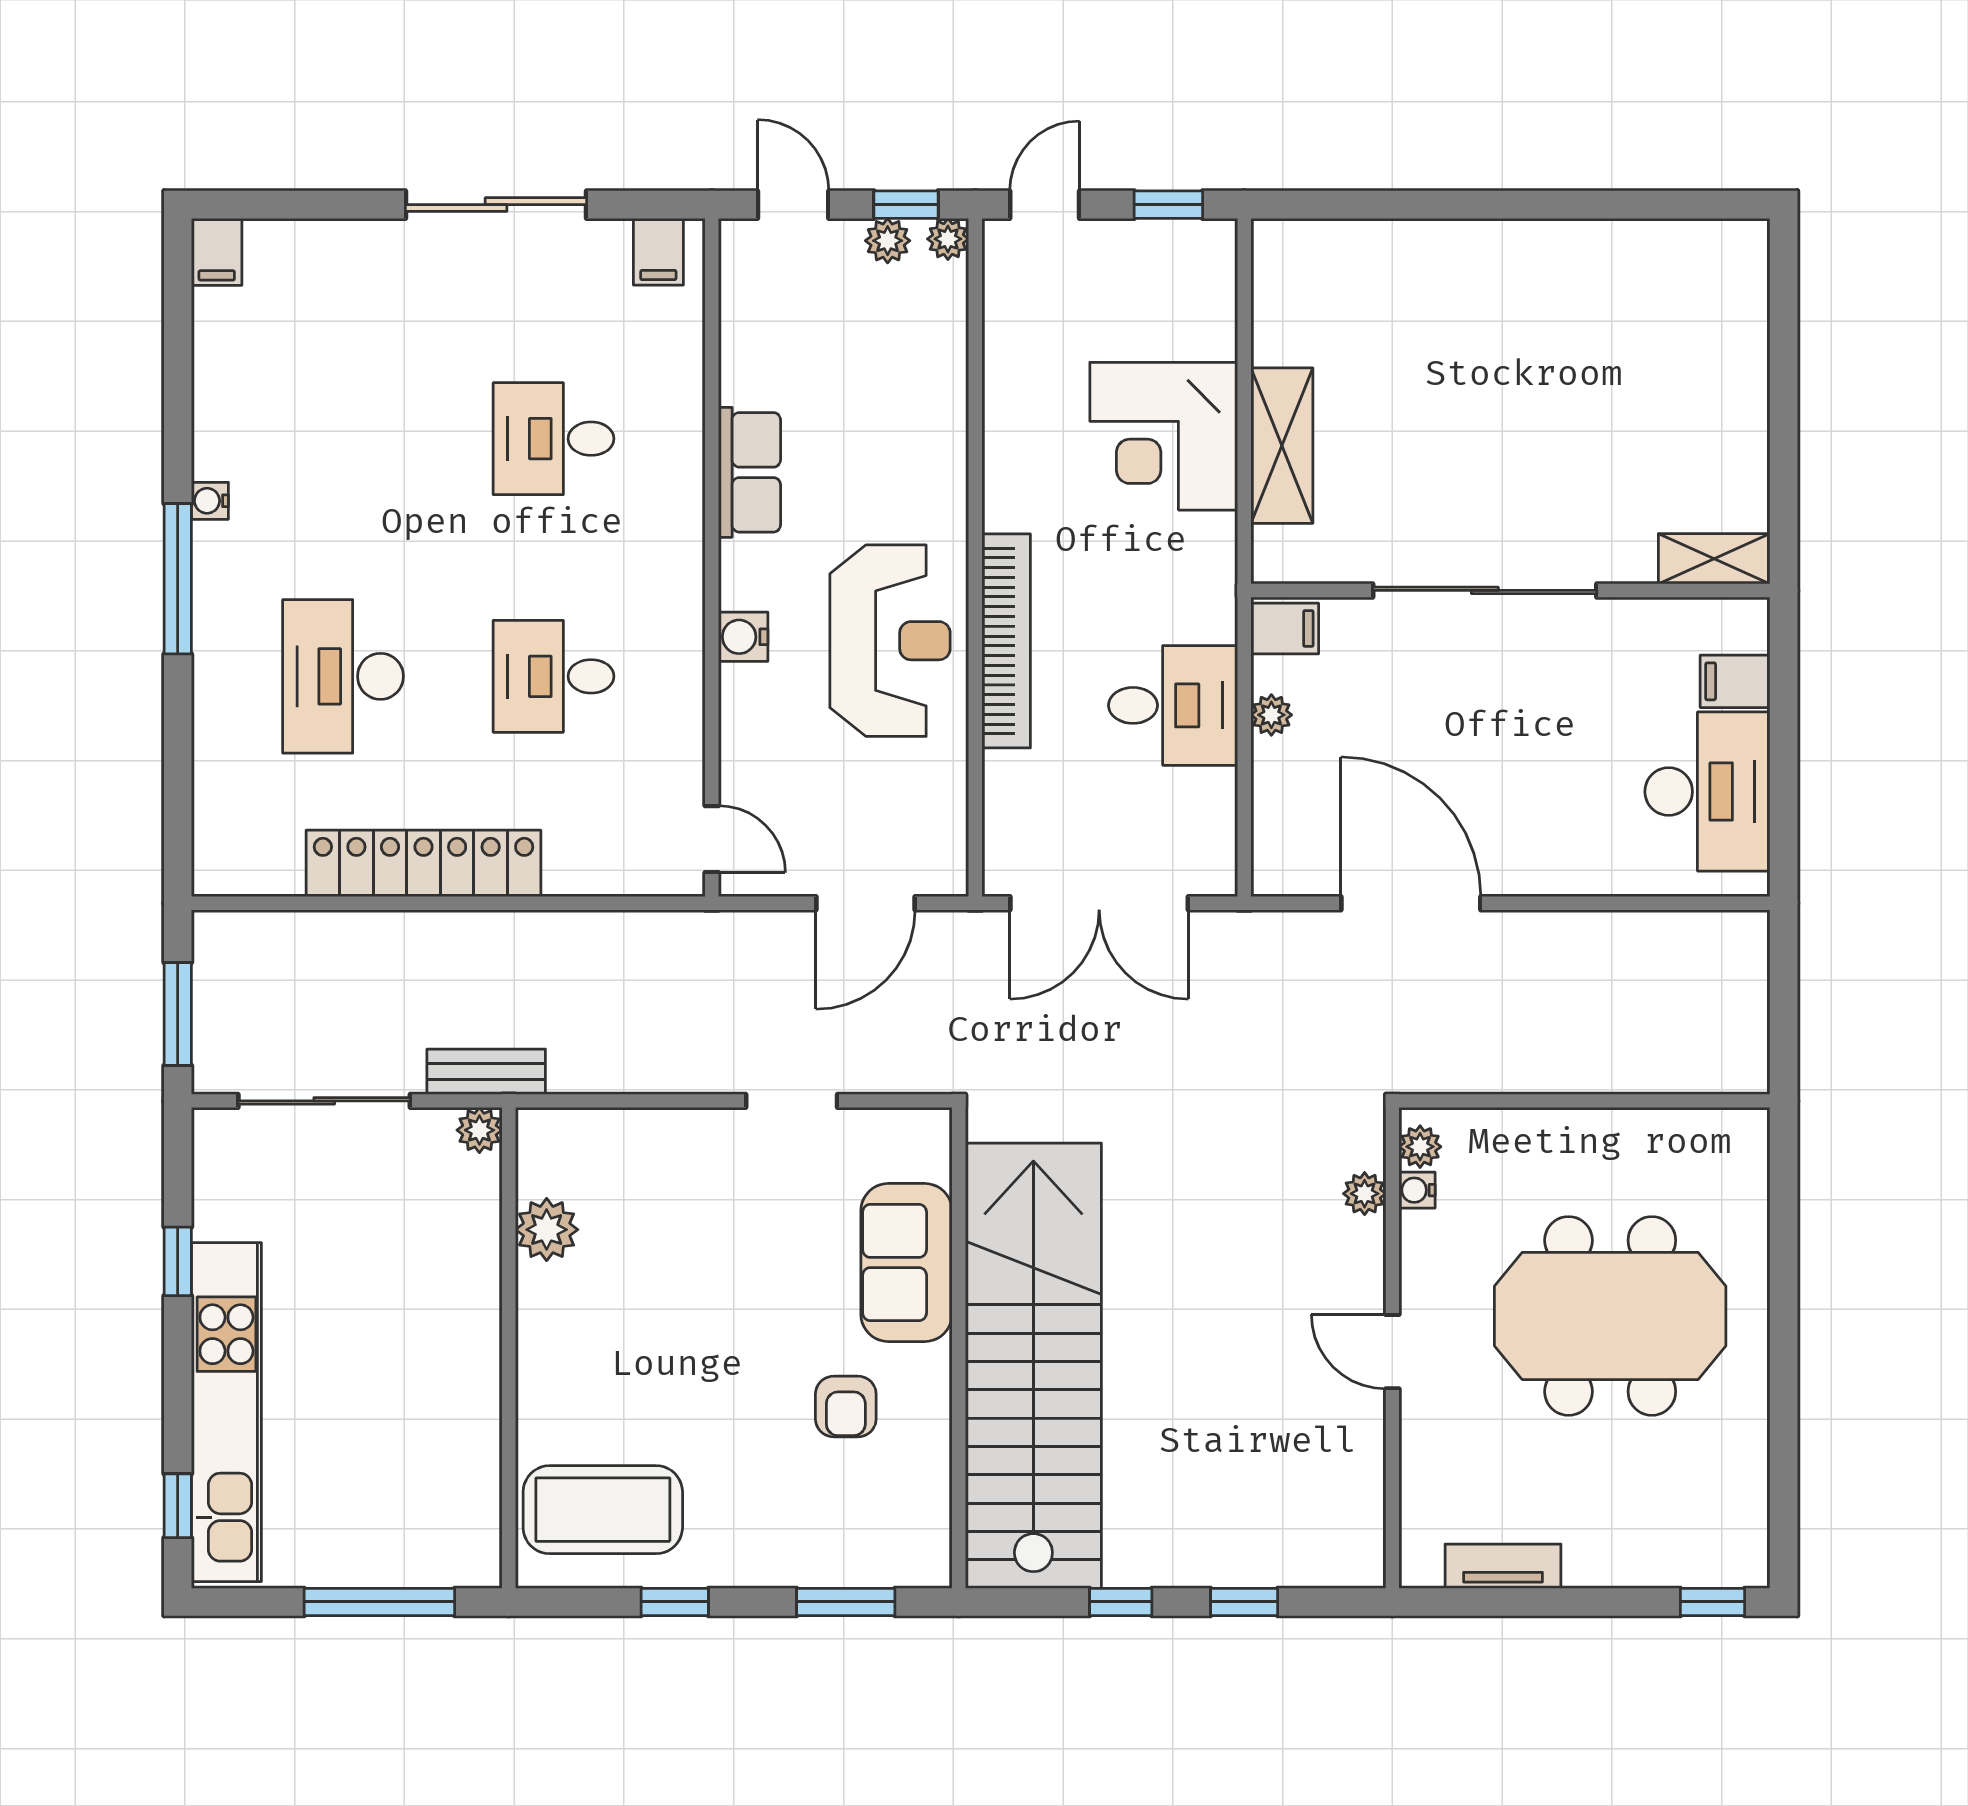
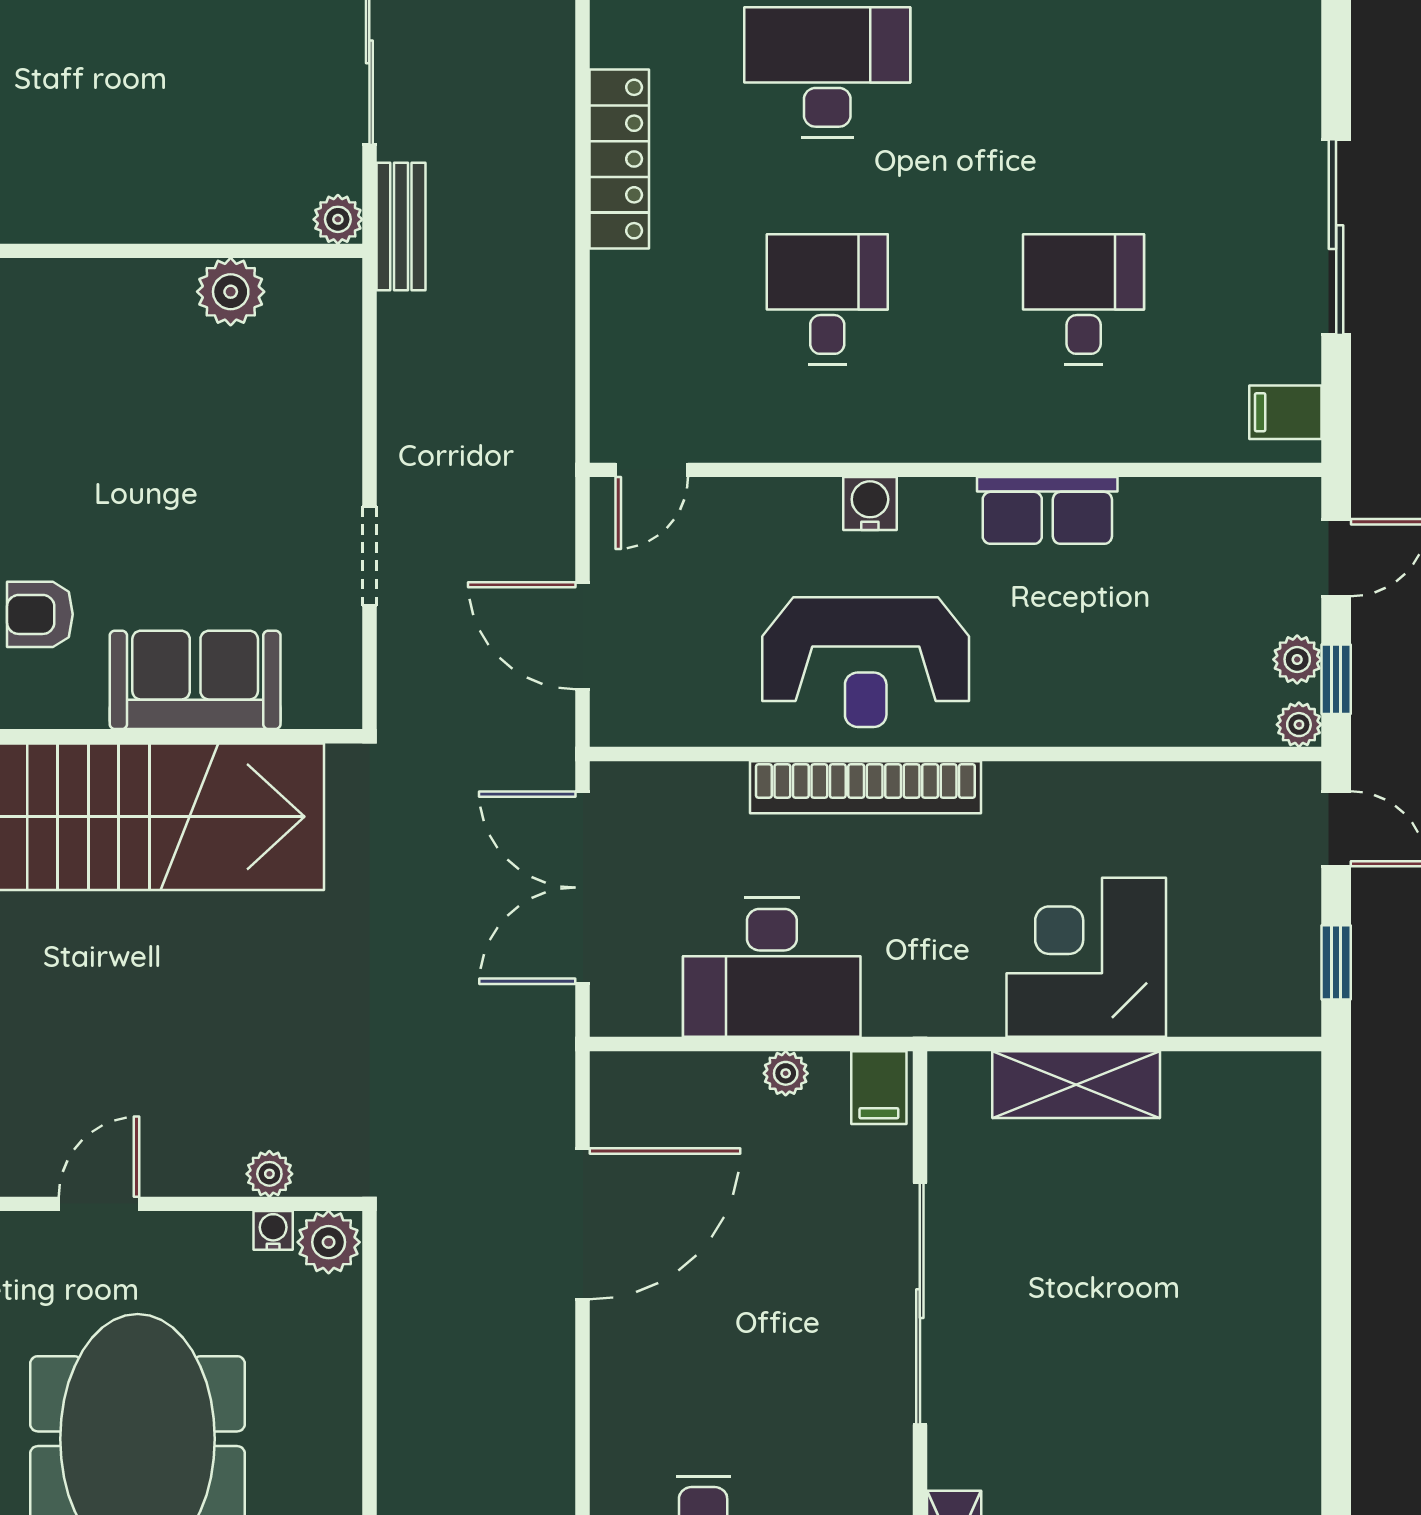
desk: (1173, 705) -> (772, 967), width x1.37
locker: (424, 863) -> (619, 159), width x0.71, depth x0.83
plant: (1420, 1147) -> (329, 1242), width x1.38, depth x1.38

